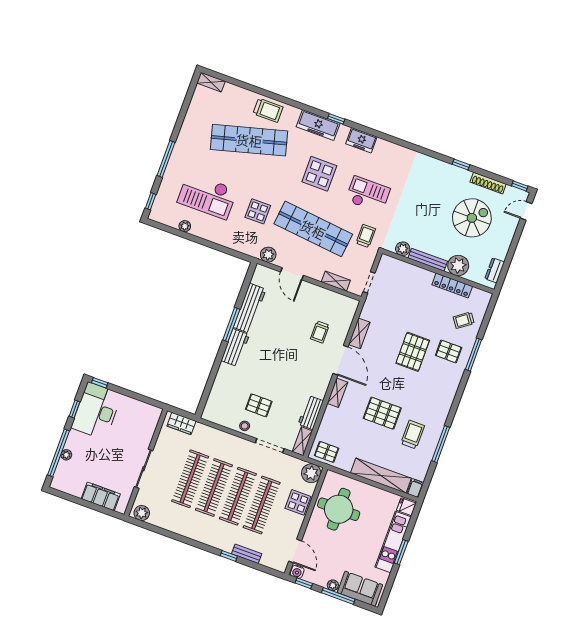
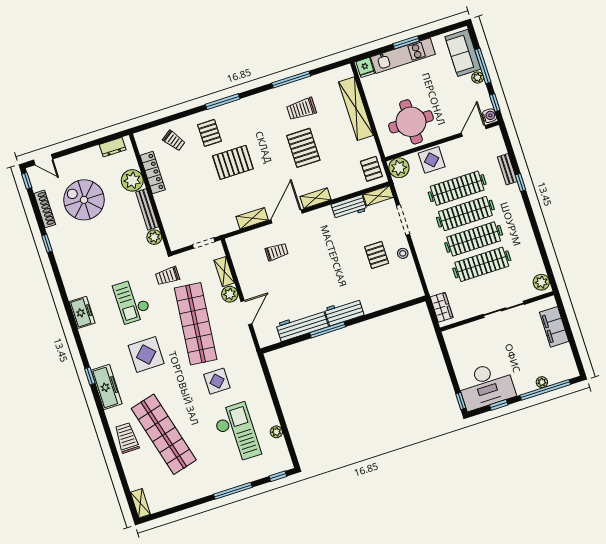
freezer: (361, 140) -> (82, 312), moved
plant: (268, 255) -> (230, 294), moved
window: (474, 355) -> (223, 102), moved
filing cabinet: (415, 488) -> (344, 72), removed

